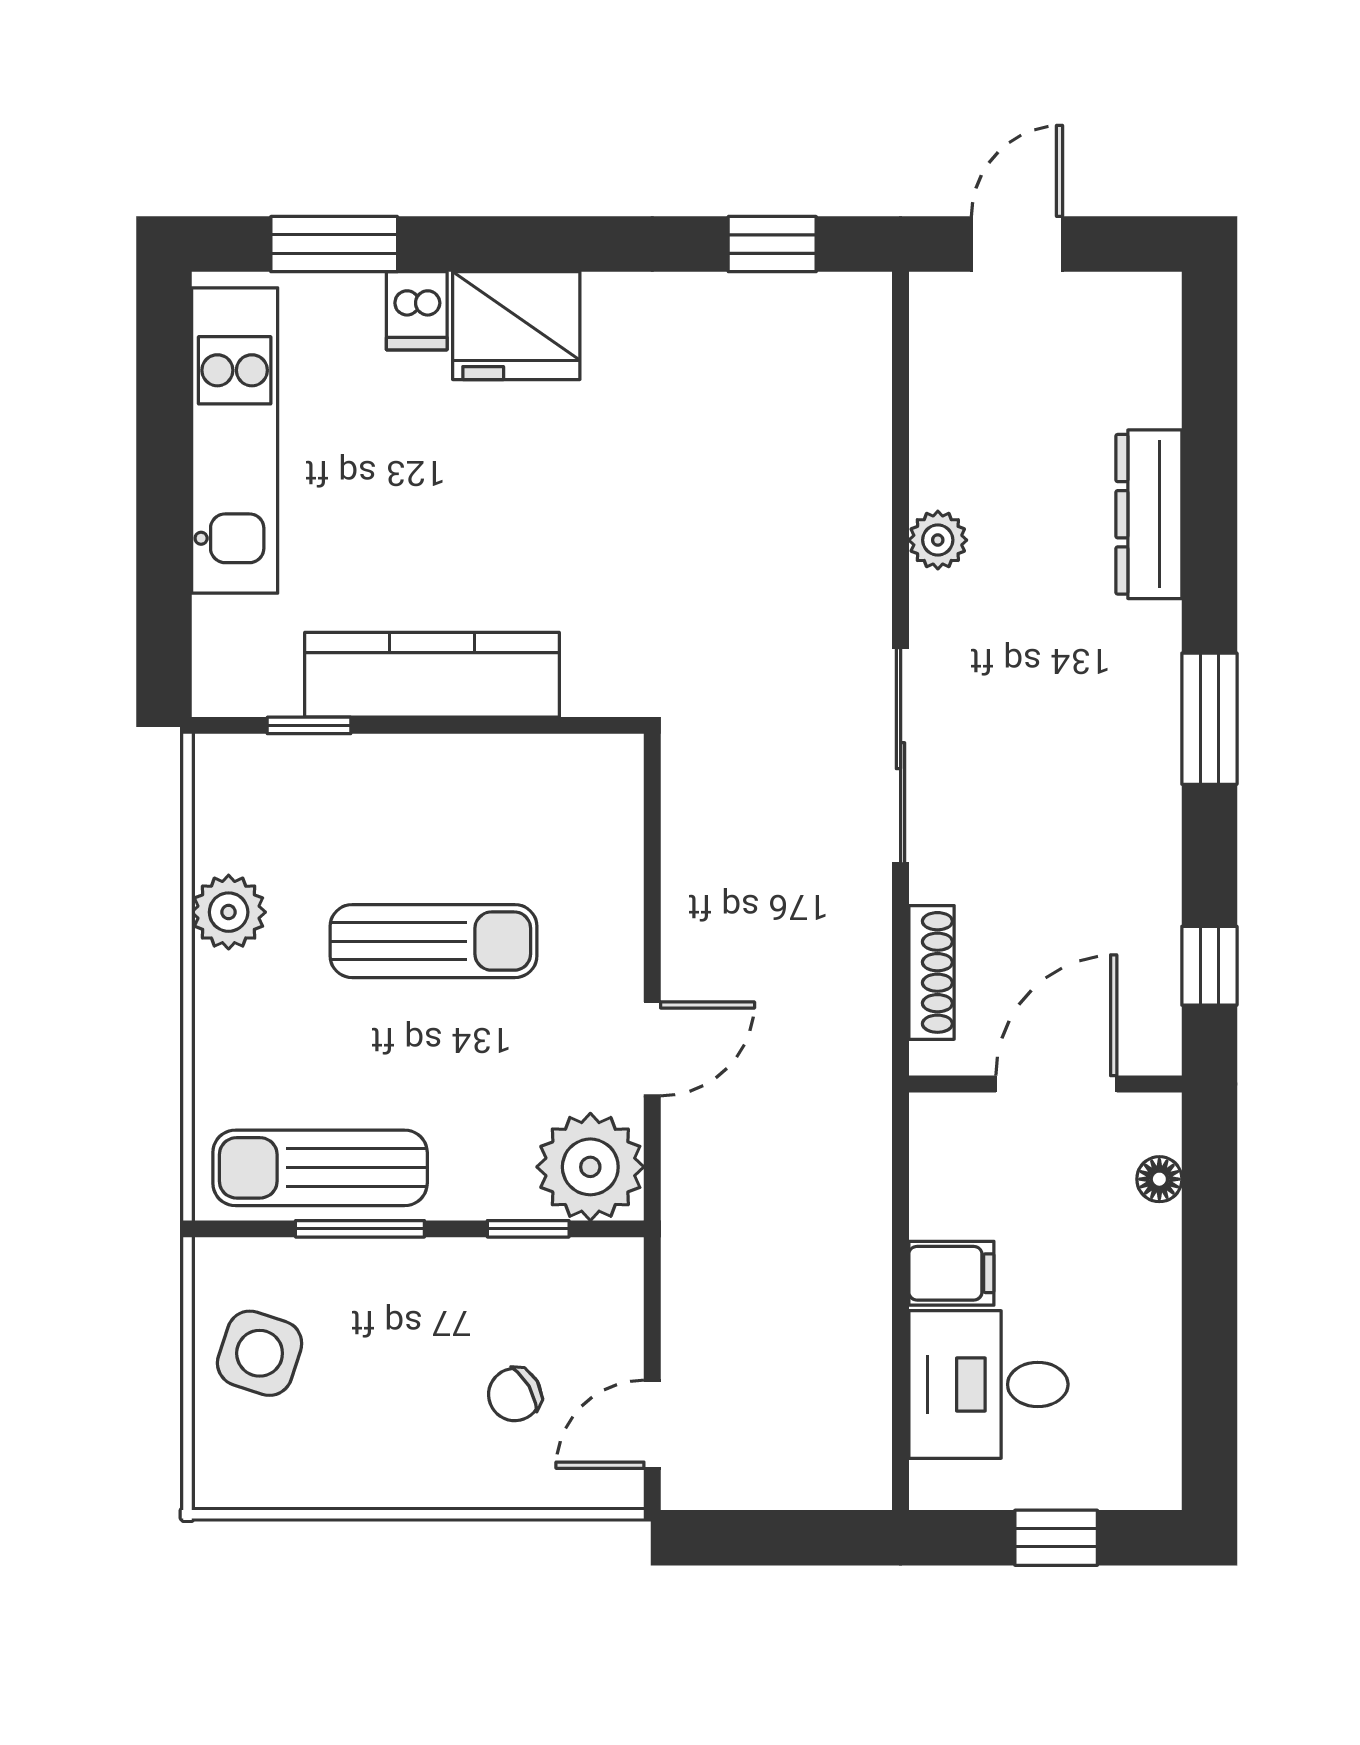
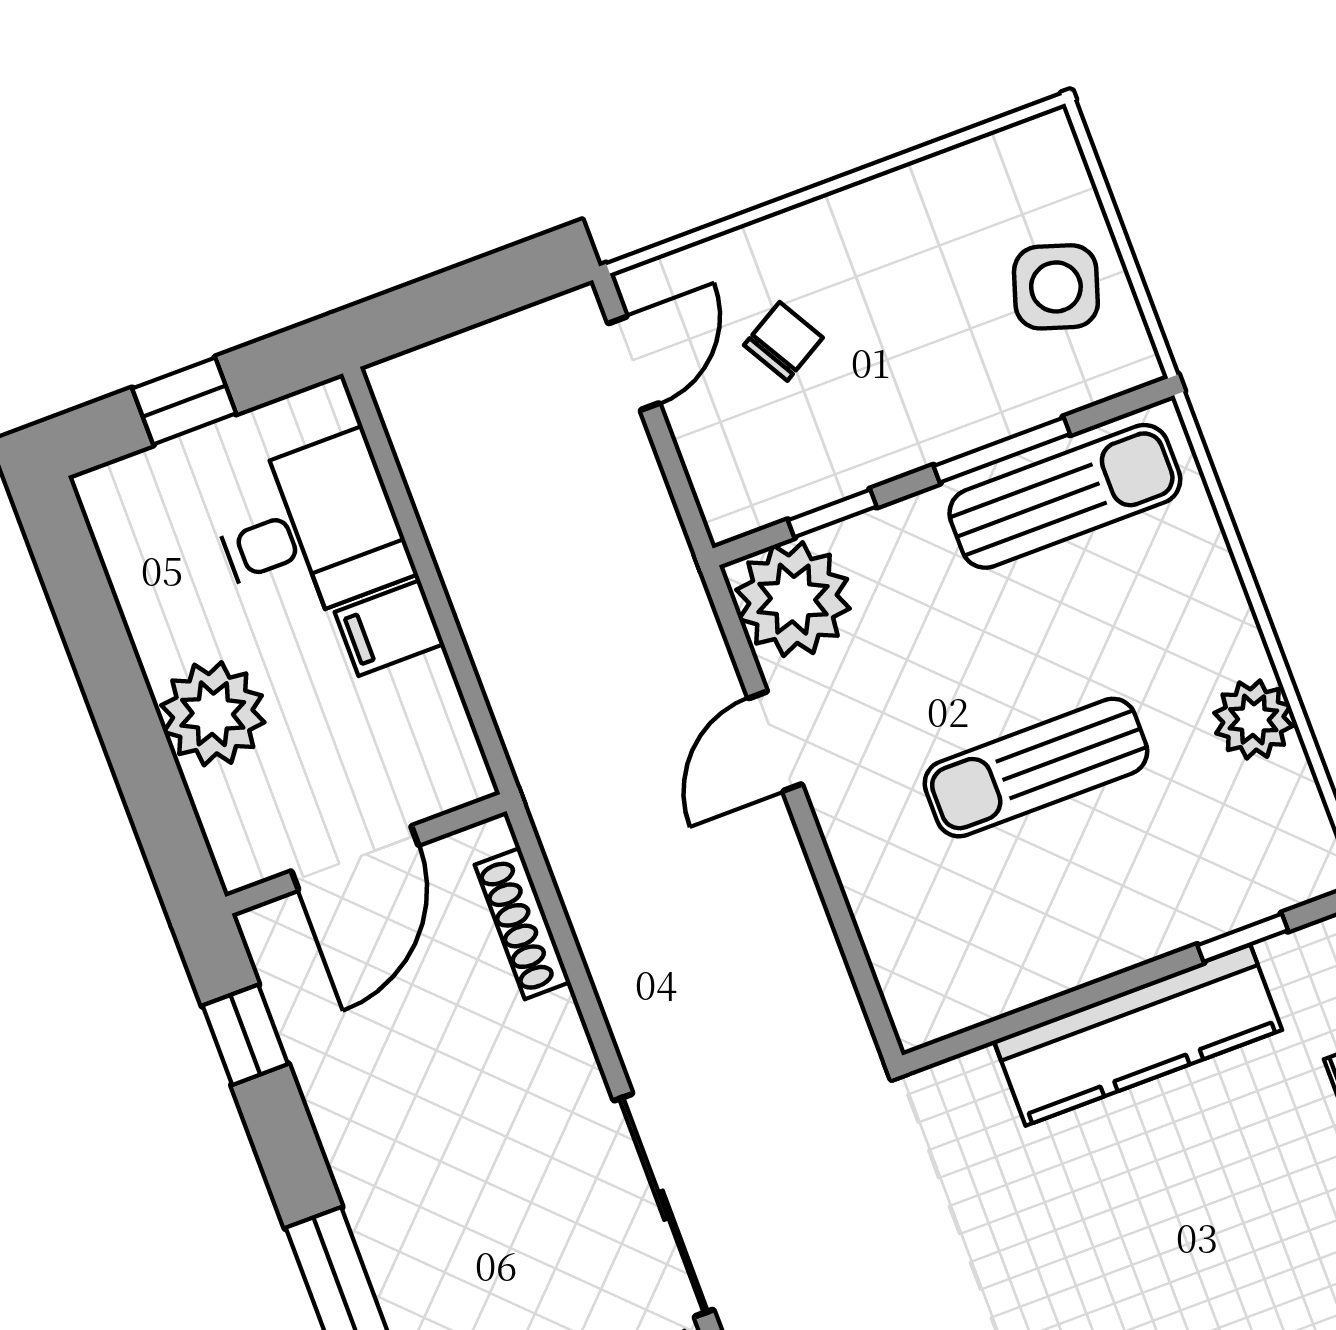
sliding door: (901, 756) -> (664, 1205), moved
floor lamp: (1159, 1179) -> (215, 801), removed
plant: (1133, 1256) -> (213, 714), added

